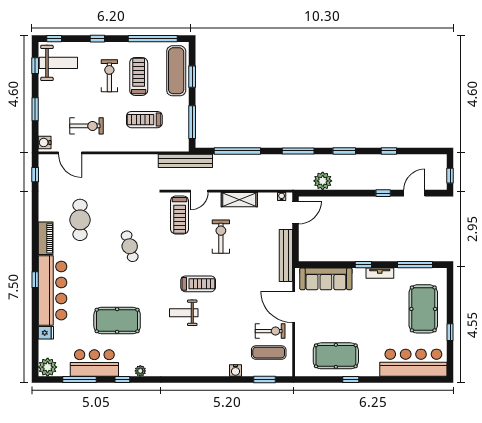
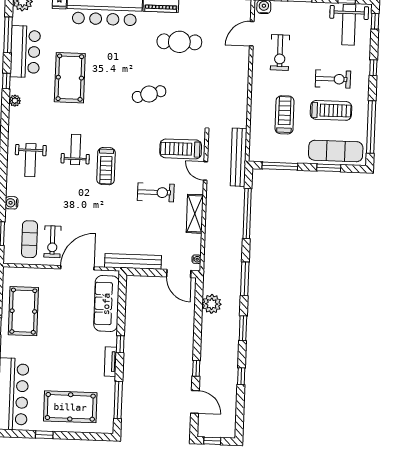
weight bench: (195, 354) -> (30, 160), added

